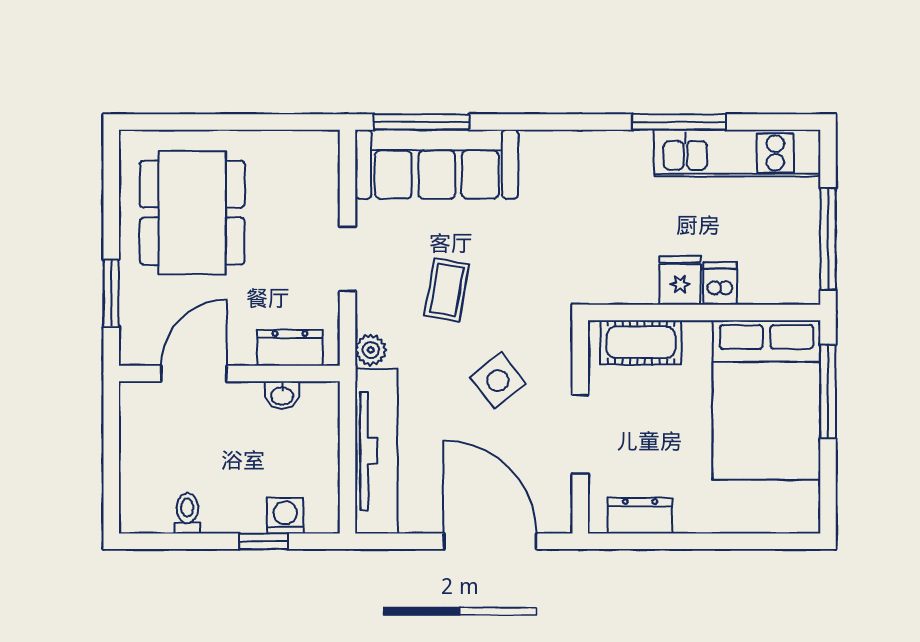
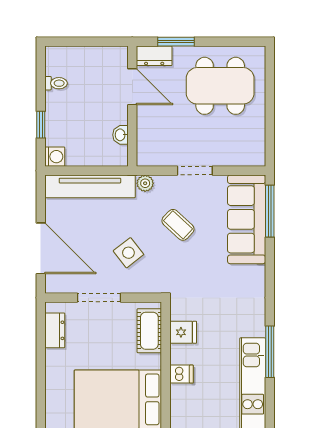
fridge: (680, 280) -> (183, 332), moved
coffee table: (447, 290) -> (178, 225), turned 33
dresser: (290, 348) -> (154, 56), moved, turned 90
washing machine: (285, 516) -> (55, 157), moved
door: (490, 541) -> (41, 248), hinge flipped

